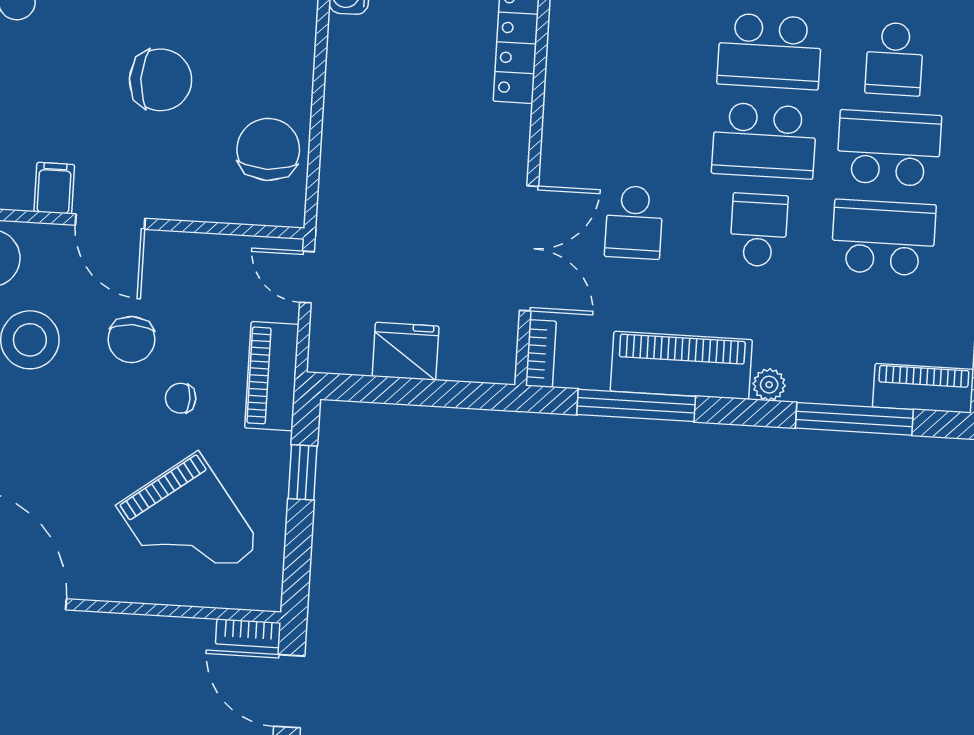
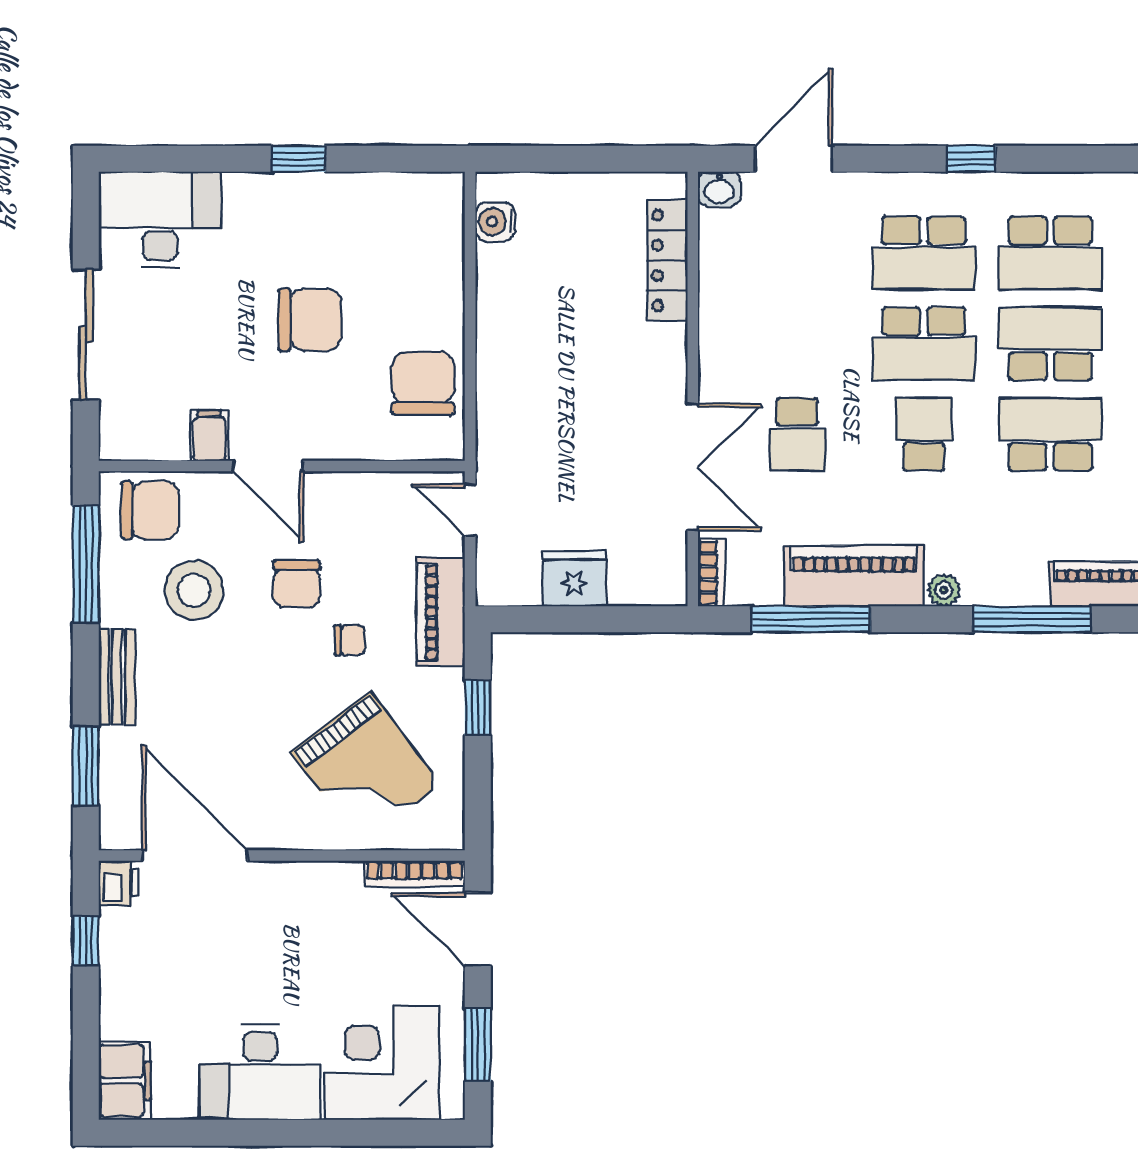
school desk: (894, 59) -> (1050, 253), width x1.85
chair: (181, 398) -> (350, 640), turned 180
bookcase: (248, 633) -> (415, 874), width x1.56

